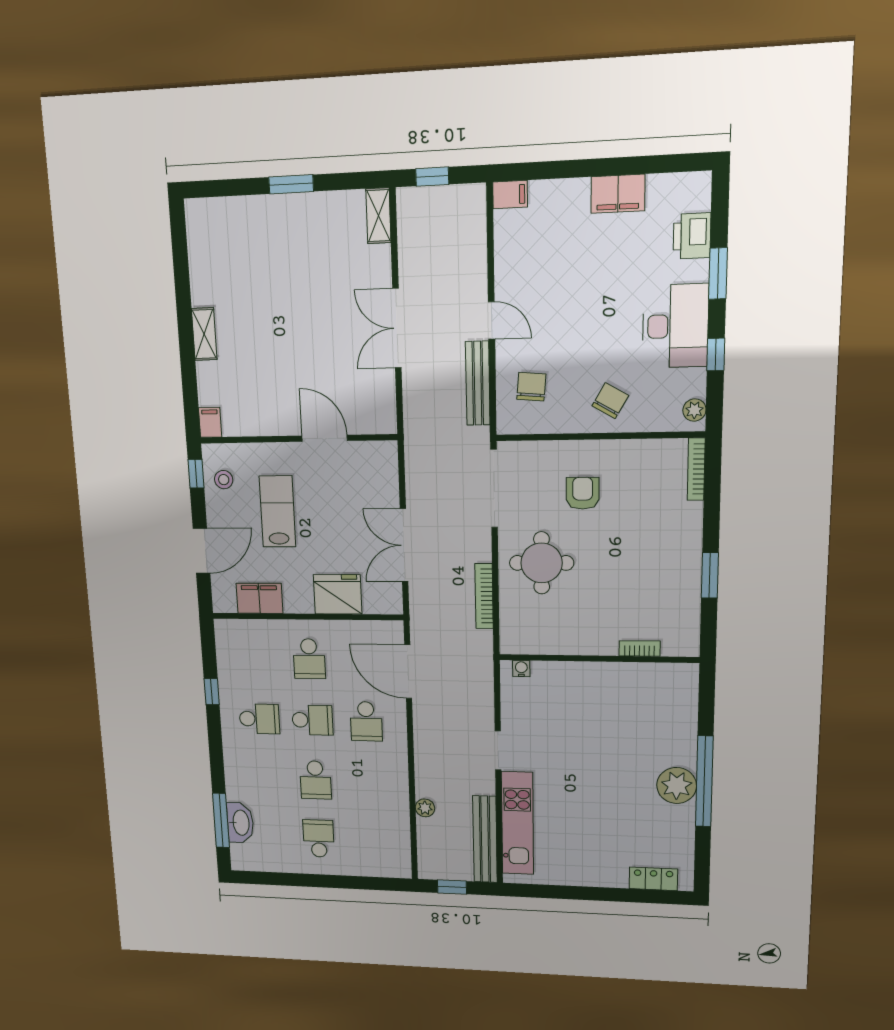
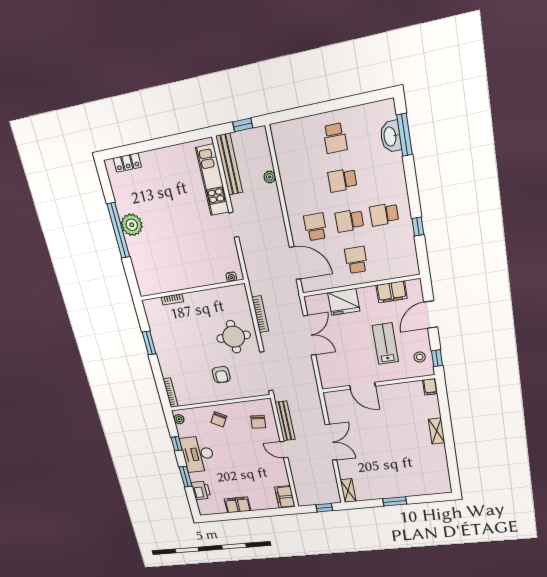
filing cabinet: (510, 195) -> (285, 497), width x2.00
lab bench: (278, 512) -> (385, 344), turned 180
school desk: (316, 780) -> (342, 180), turned -90

